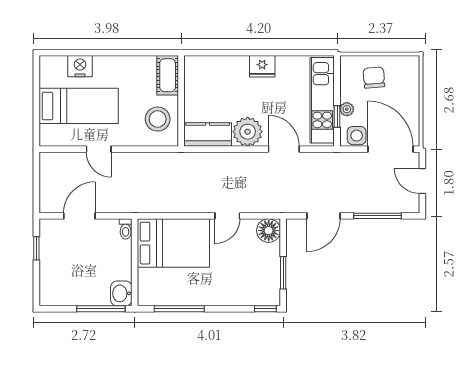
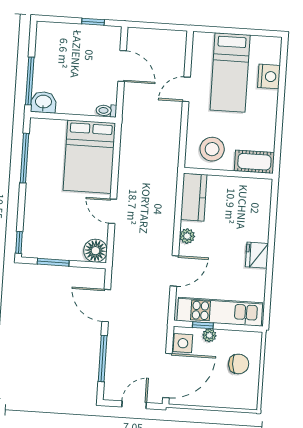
plant: (248, 132) -> (187, 236), width x0.53, depth x0.53

